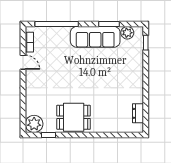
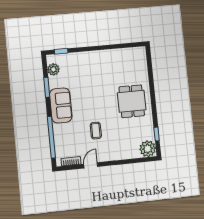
sofa: (95, 37) -> (61, 105), width x0.73
coffee table: (59, 71) -> (96, 131), added
dresser: (138, 113) -> (128, 53), removed
dining table: (74, 117) -> (132, 101), moved

